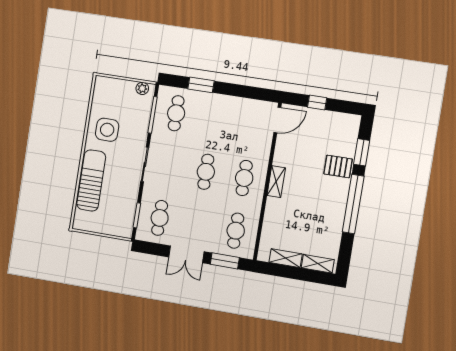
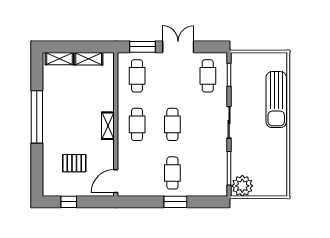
window: (201, 85) -> (175, 202), moved
plant: (142, 88) -> (242, 186), width x1.88, depth x1.88
window: (317, 102) -> (69, 202), moved
cafe table: (176, 113) -> (172, 173), moved
side table: (107, 130) -> (269, 148), removed
window: (362, 152) -> (37, 164), removed
pallet: (338, 166) -> (74, 163), moved

